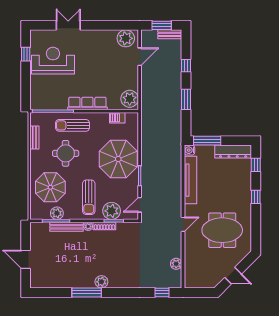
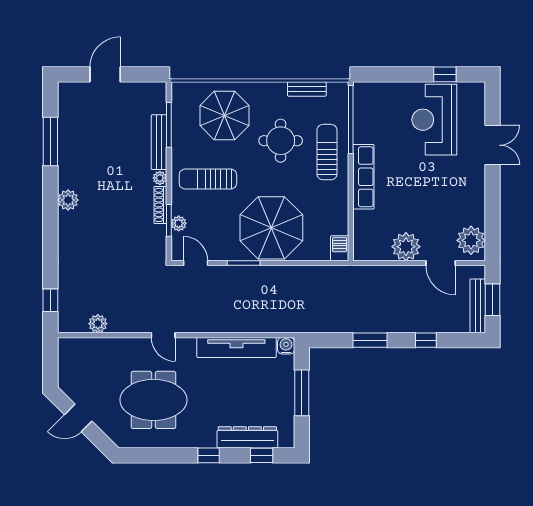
bench: (170, 34) -> (478, 306), width x1.36
reception desk: (53, 61) -> (434, 120), turned 180
plant: (130, 99) -> (406, 247), moved
barbecue: (117, 118) -> (340, 248), moved
window: (207, 141) -> (302, 393), moved
dresser: (233, 151) -> (247, 437), moved, turned 90
plant: (112, 211) -> (179, 223), width x0.53, depth x0.53
plant: (57, 213) -> (182, 126), removed
meeting table: (222, 230) -> (154, 400), turned 90
door: (233, 276) -> (78, 418), hinge flipped
window: (87, 292) -> (50, 142), moved

